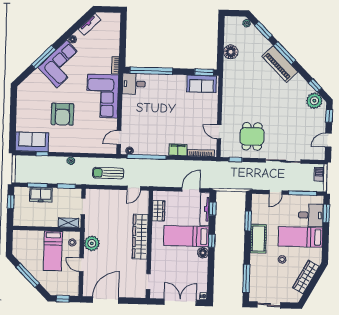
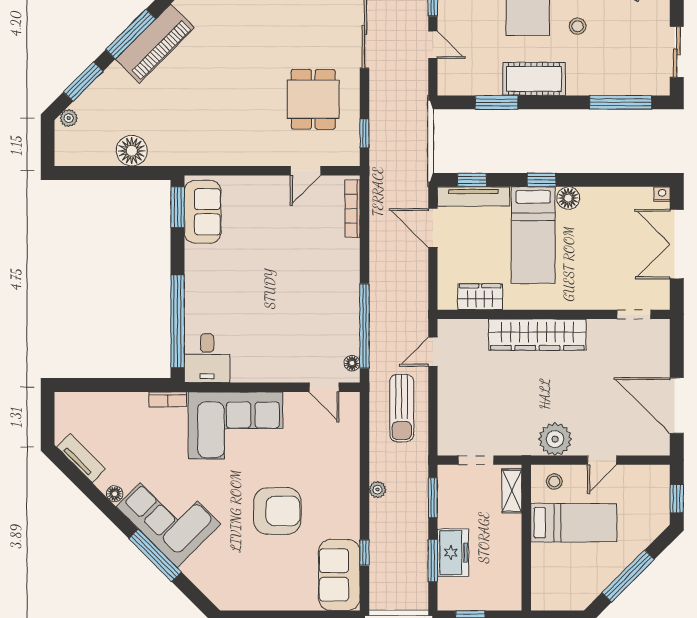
dining table: (252, 136) -> (313, 99), turned 90
filing cabinet: (178, 150) -> (347, 259), removed
door: (134, 188) -> (433, 352), swing flipped

